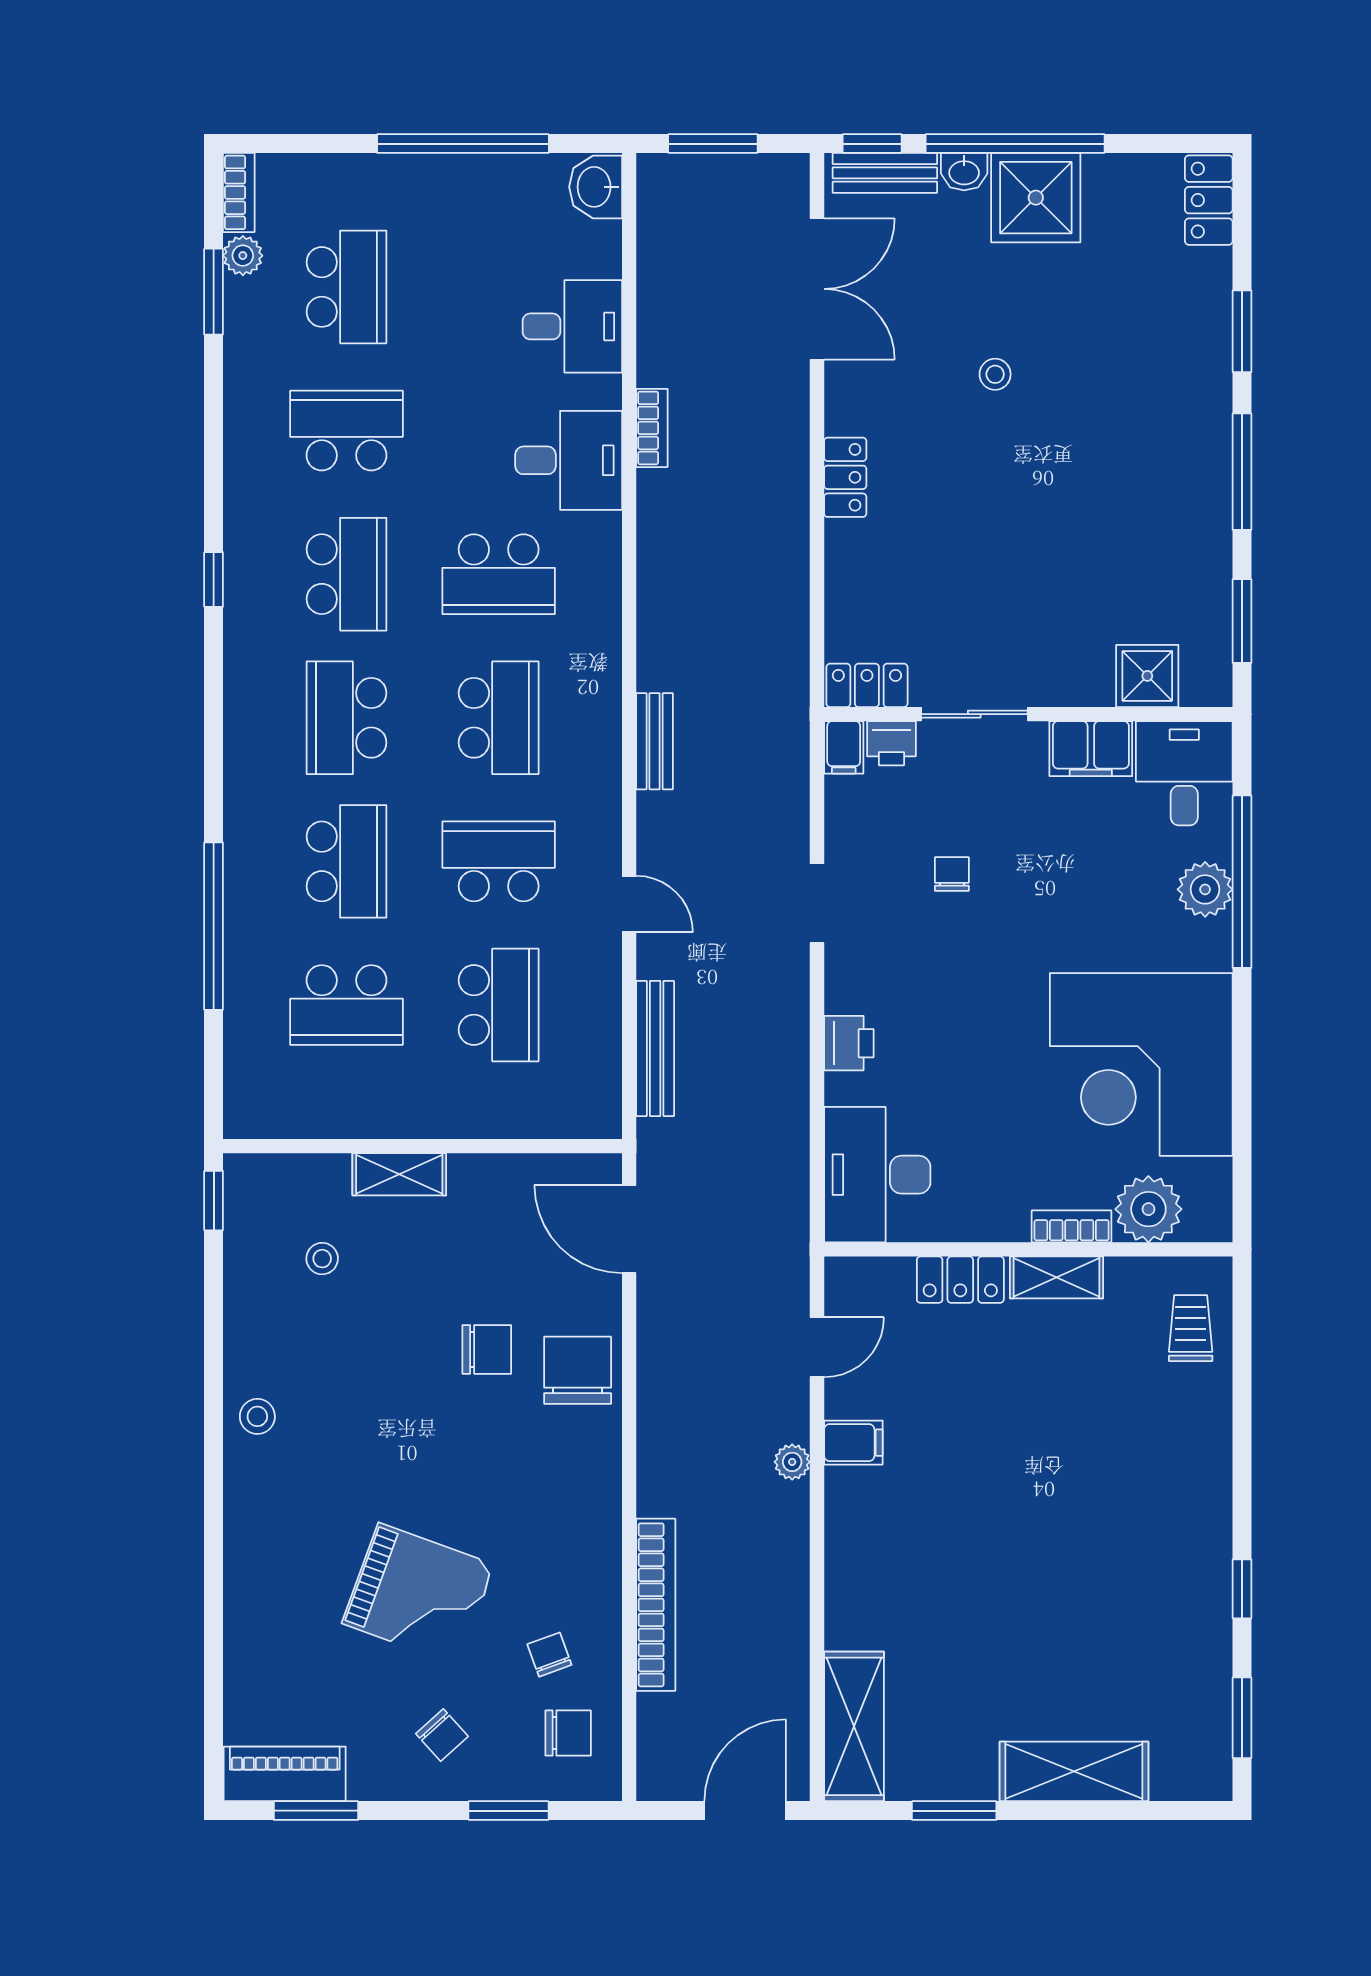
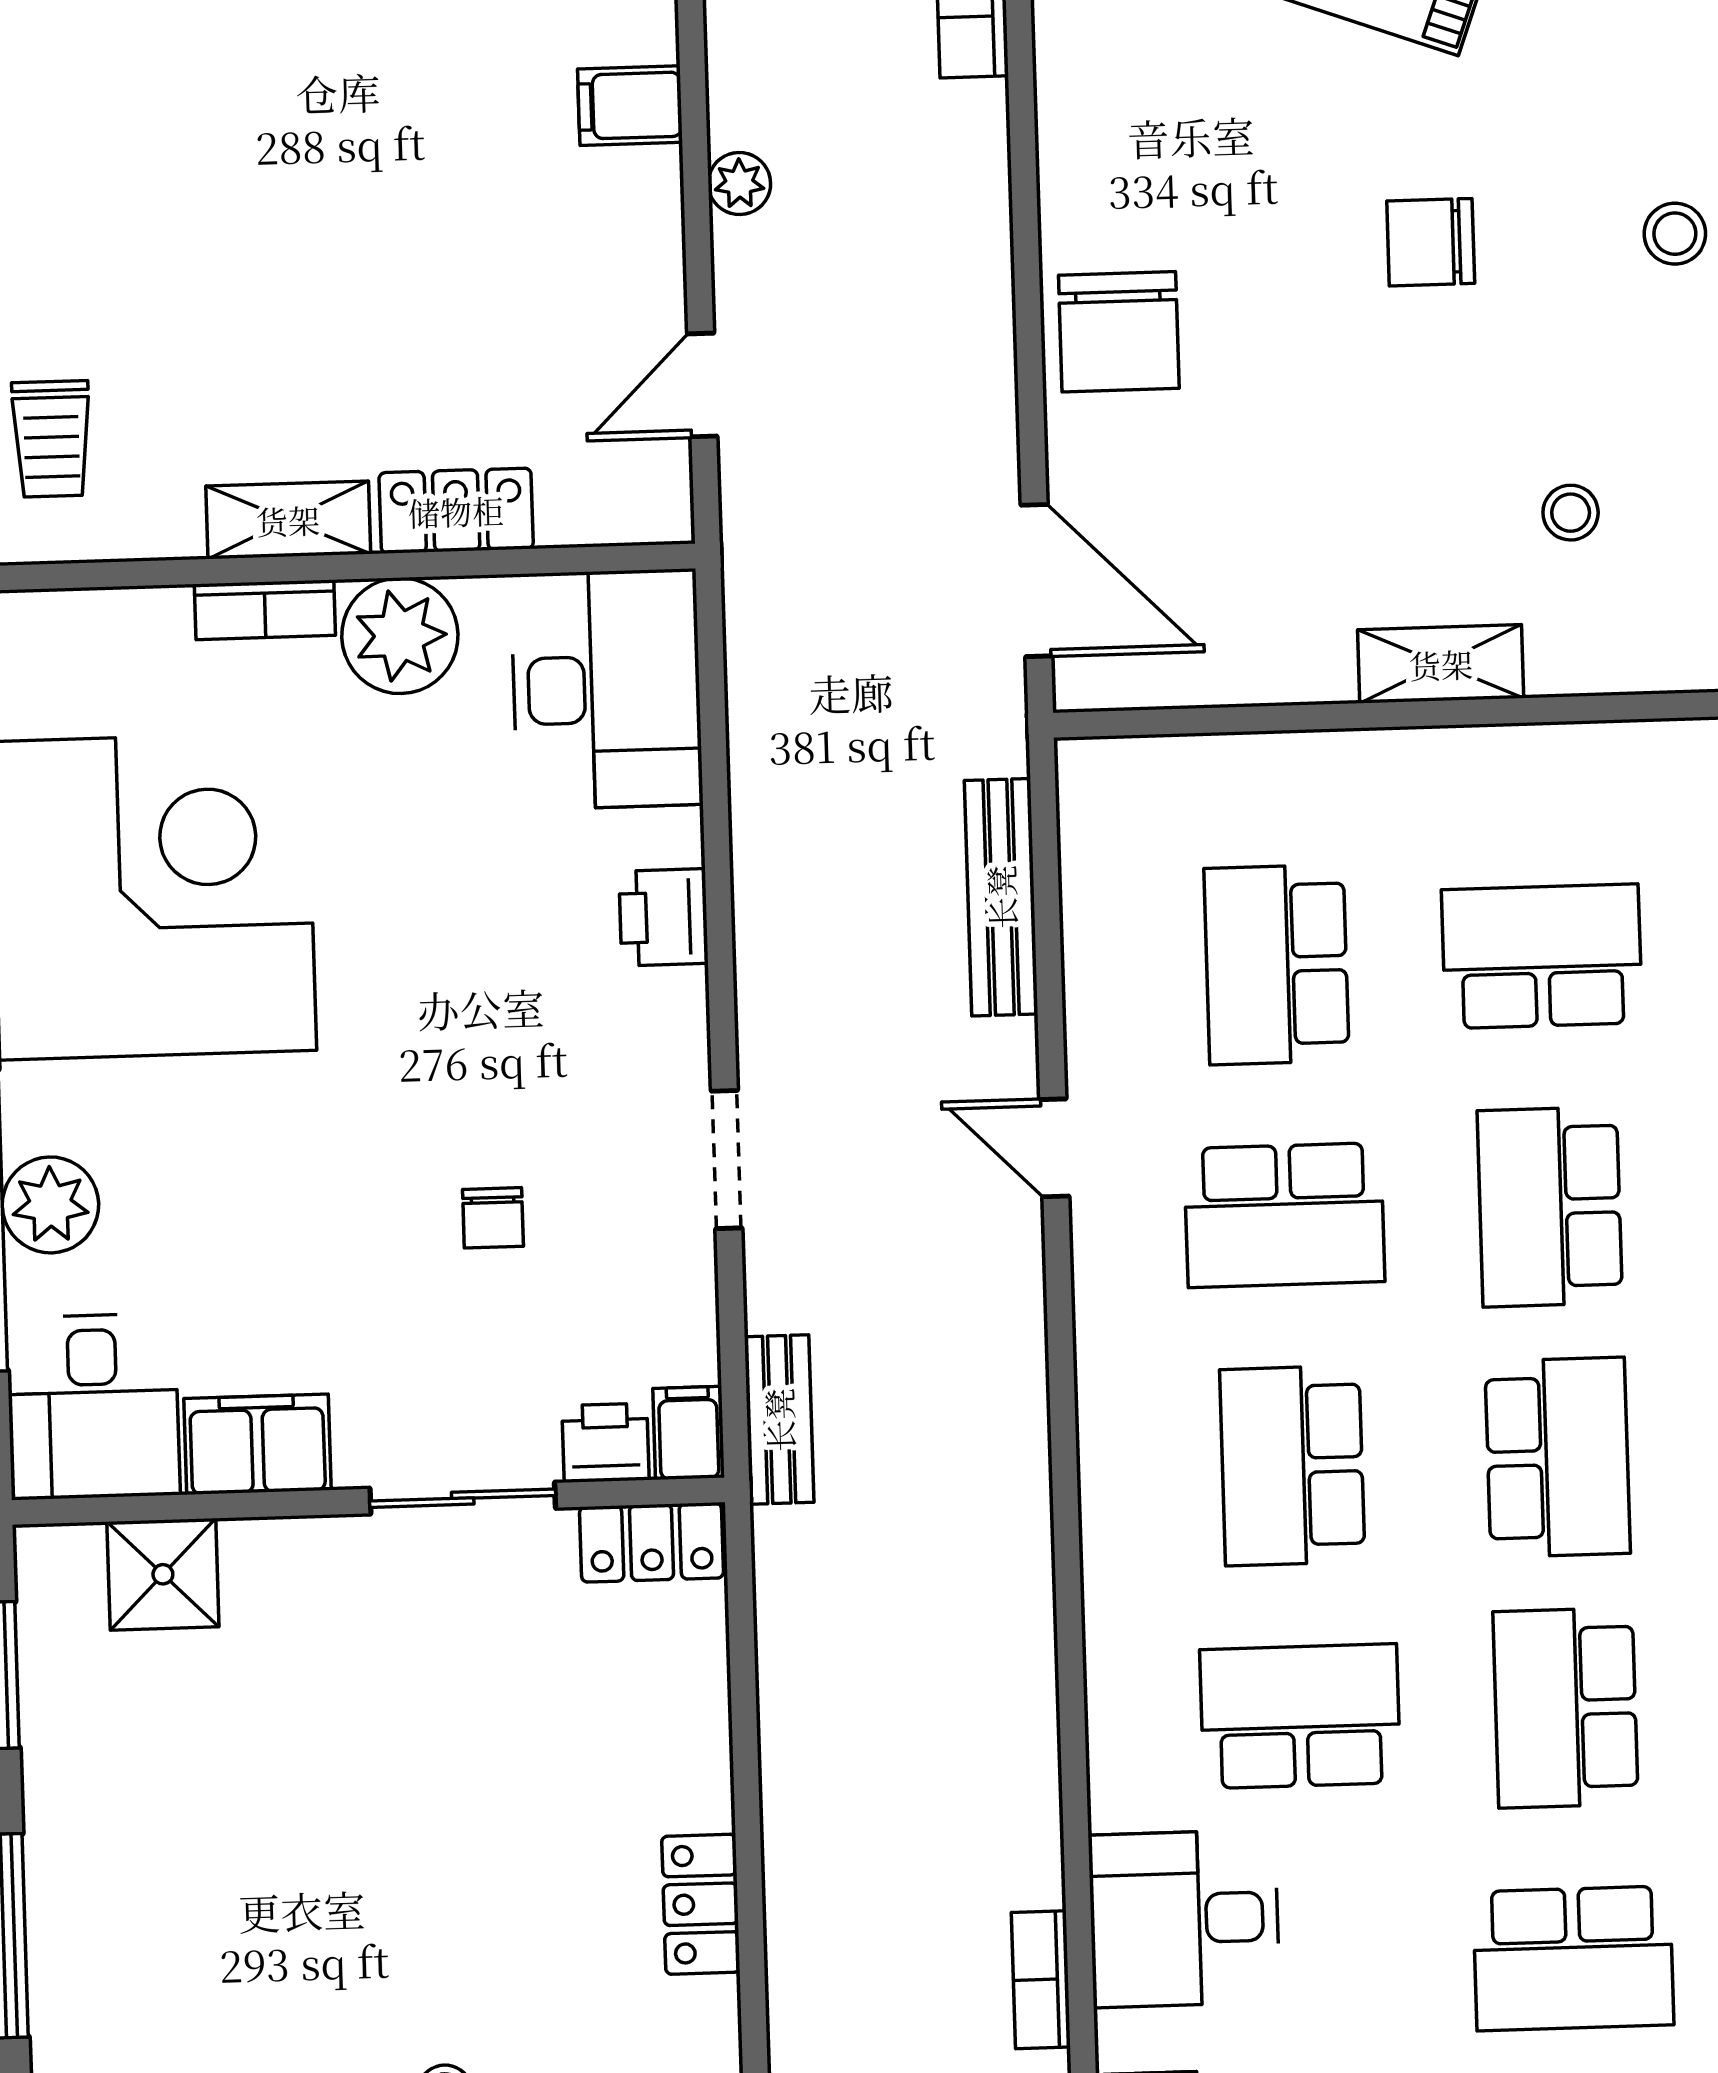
bench: (655, 741) -> (779, 1420), moved
plant: (1148, 1209) -> (400, 636), moved
chair: (487, 1349) -> (1431, 242), moved
filing cabinet: (853, 1443) -> (630, 106), moved

